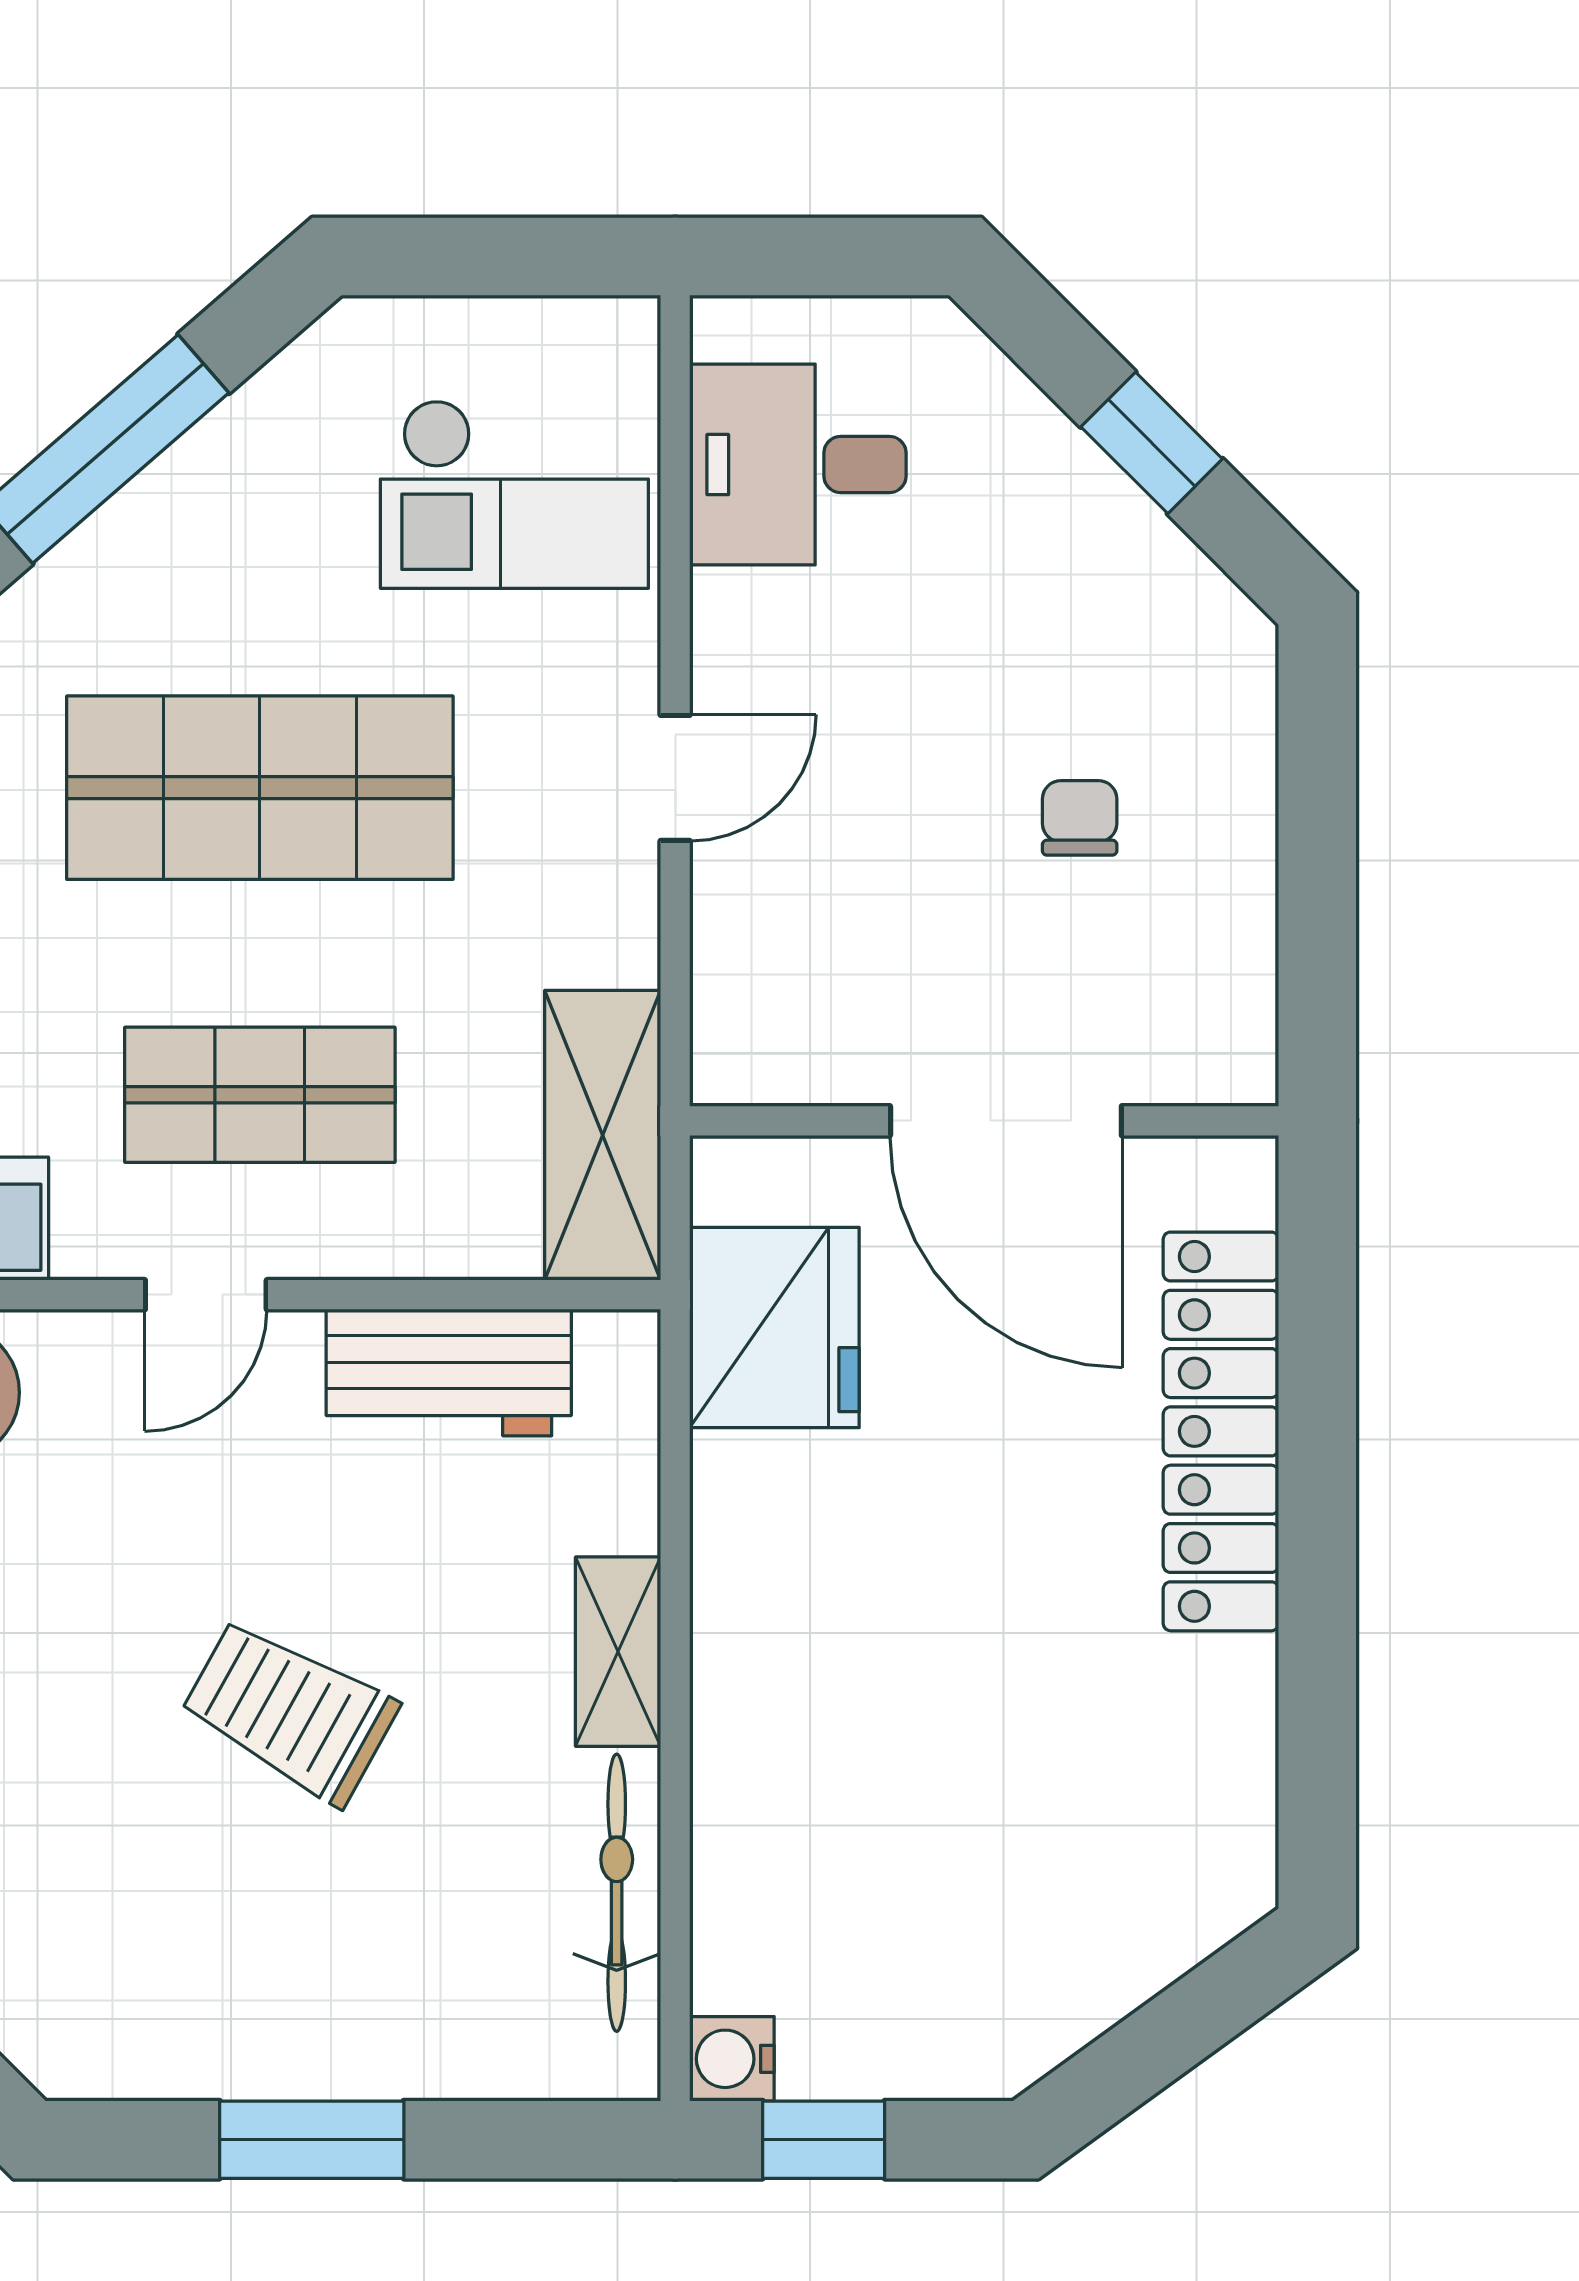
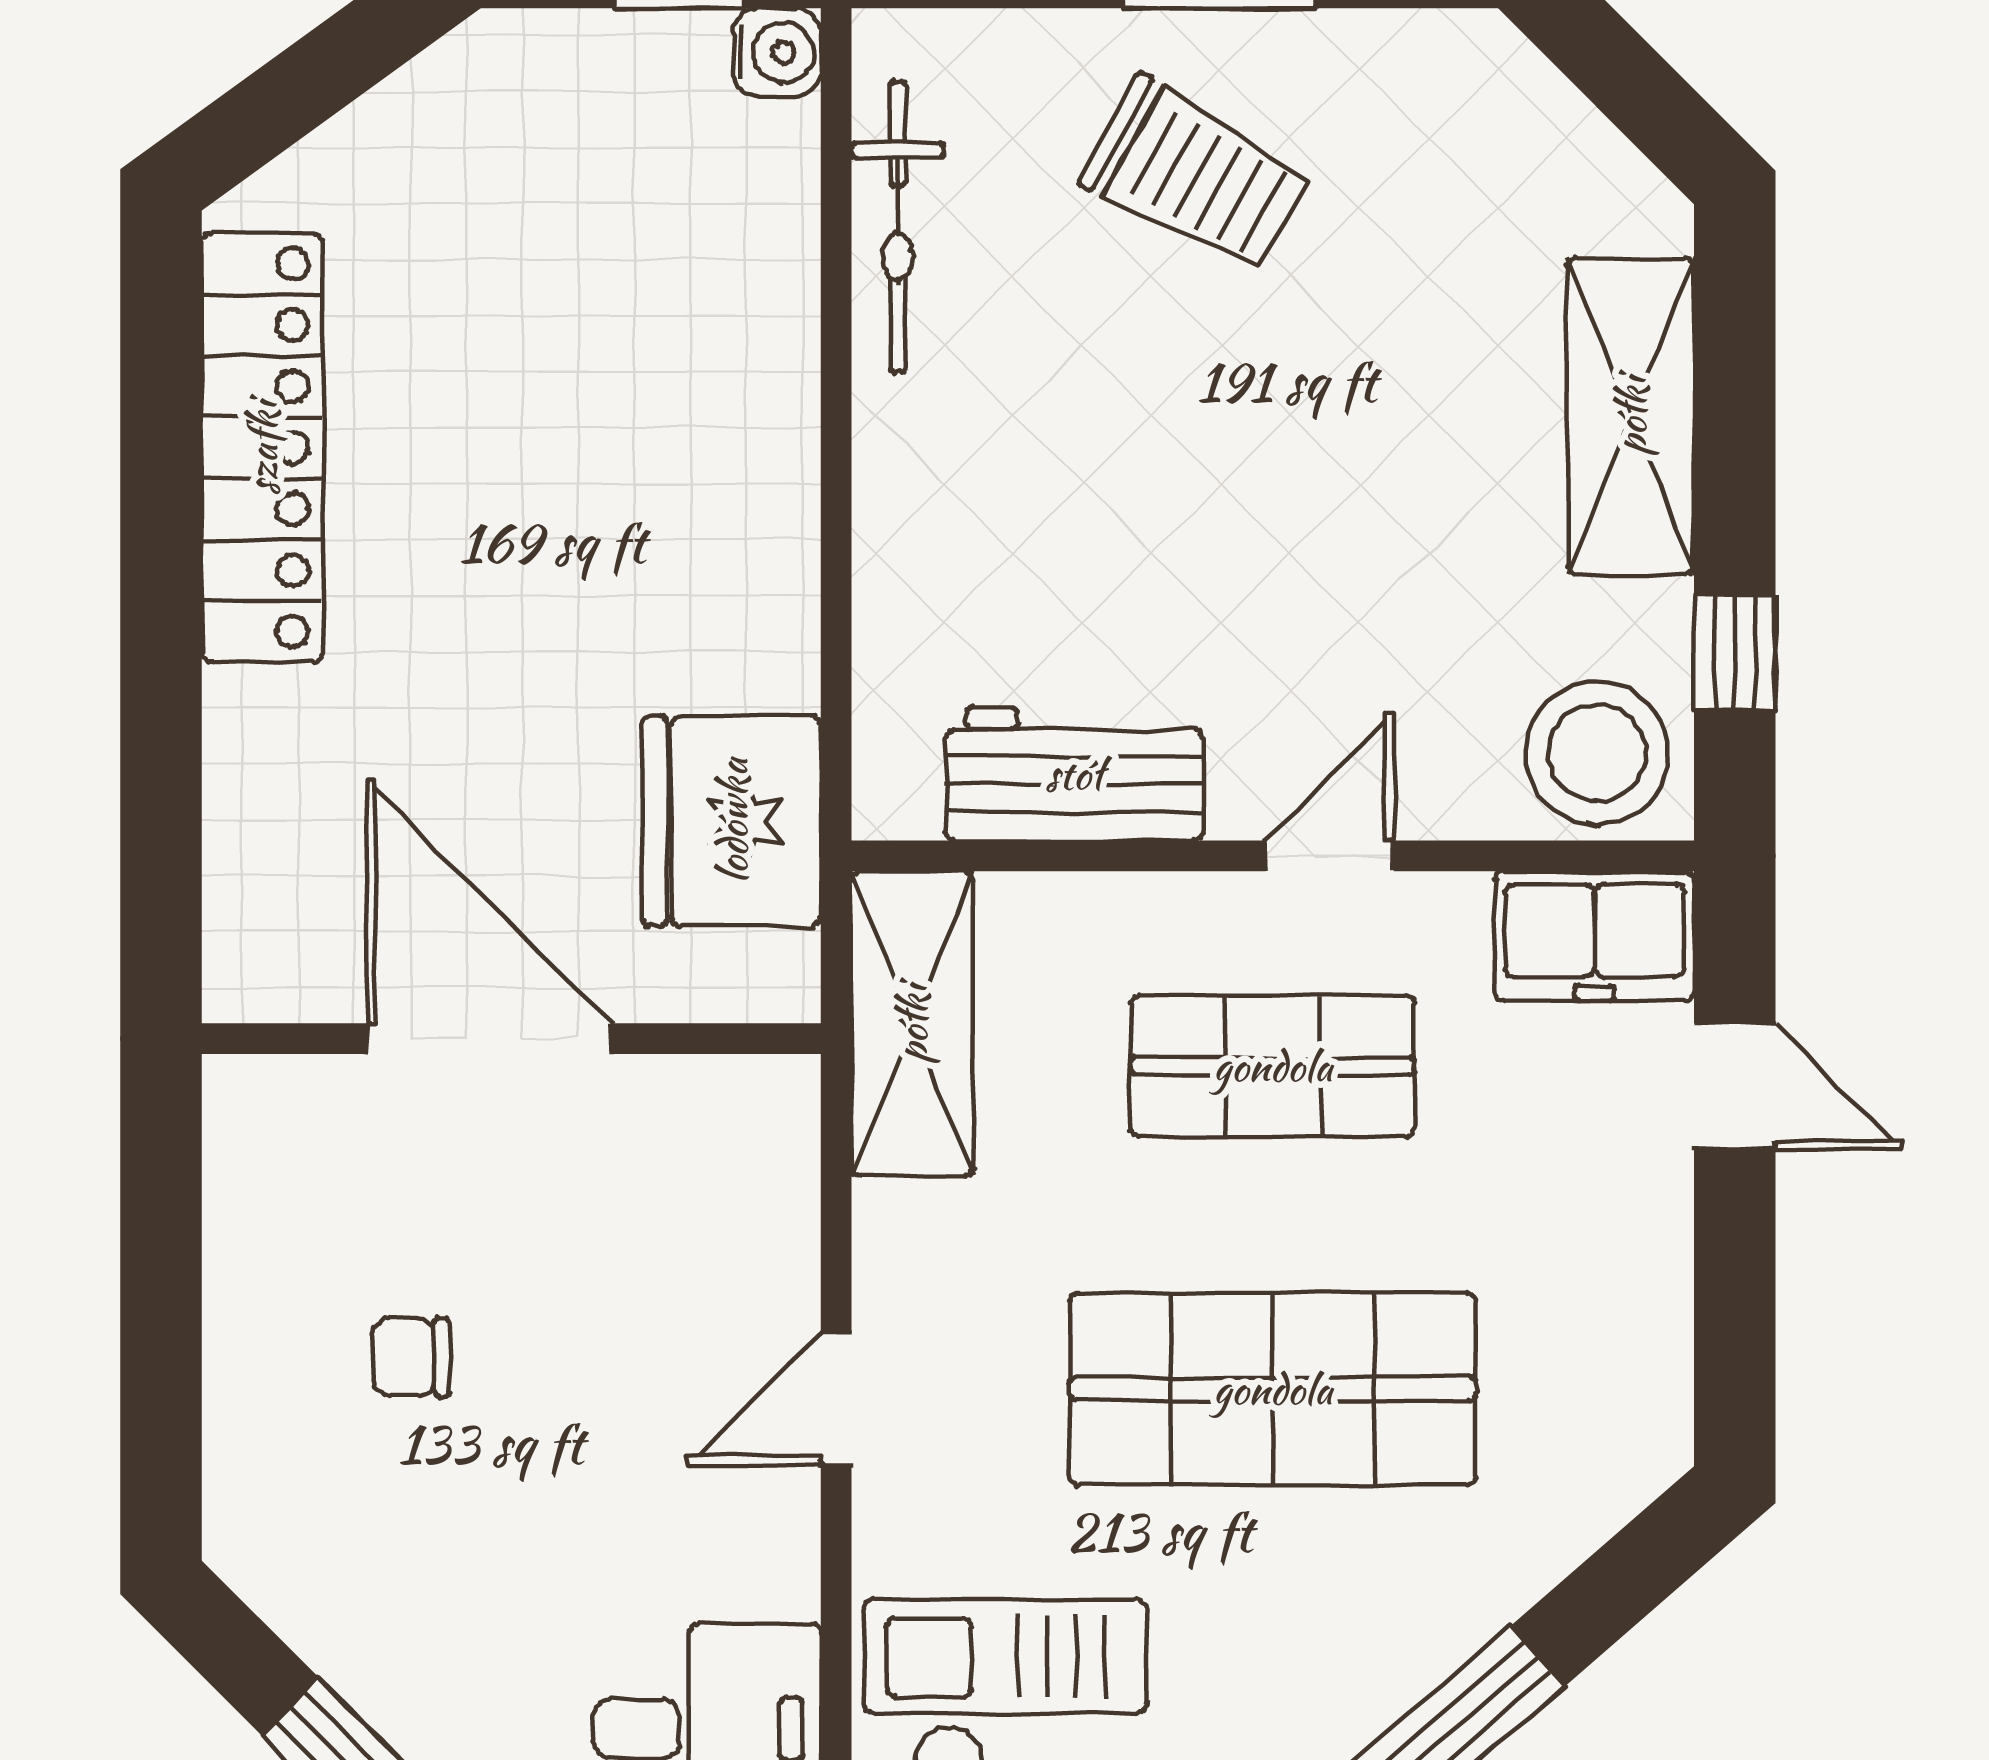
chair: (1080, 818) -> (411, 1357), turned 90
locker: (1221, 1431) -> (262, 448), moved
shelving: (618, 1652) -> (896, 481), removed
trolley: (289, 1711) -> (1196, 176), moved

